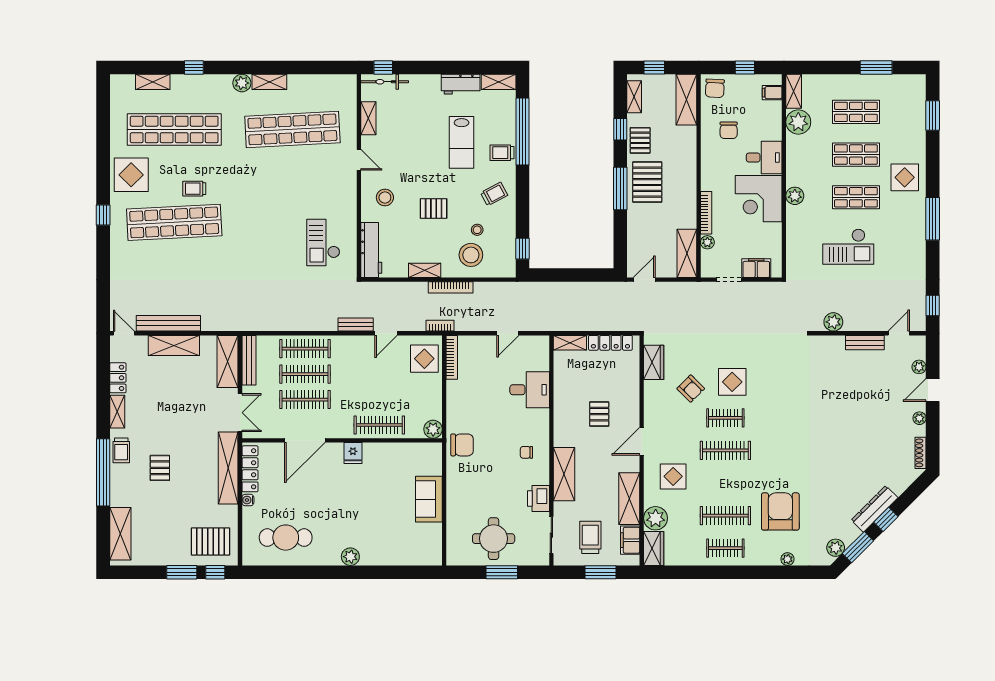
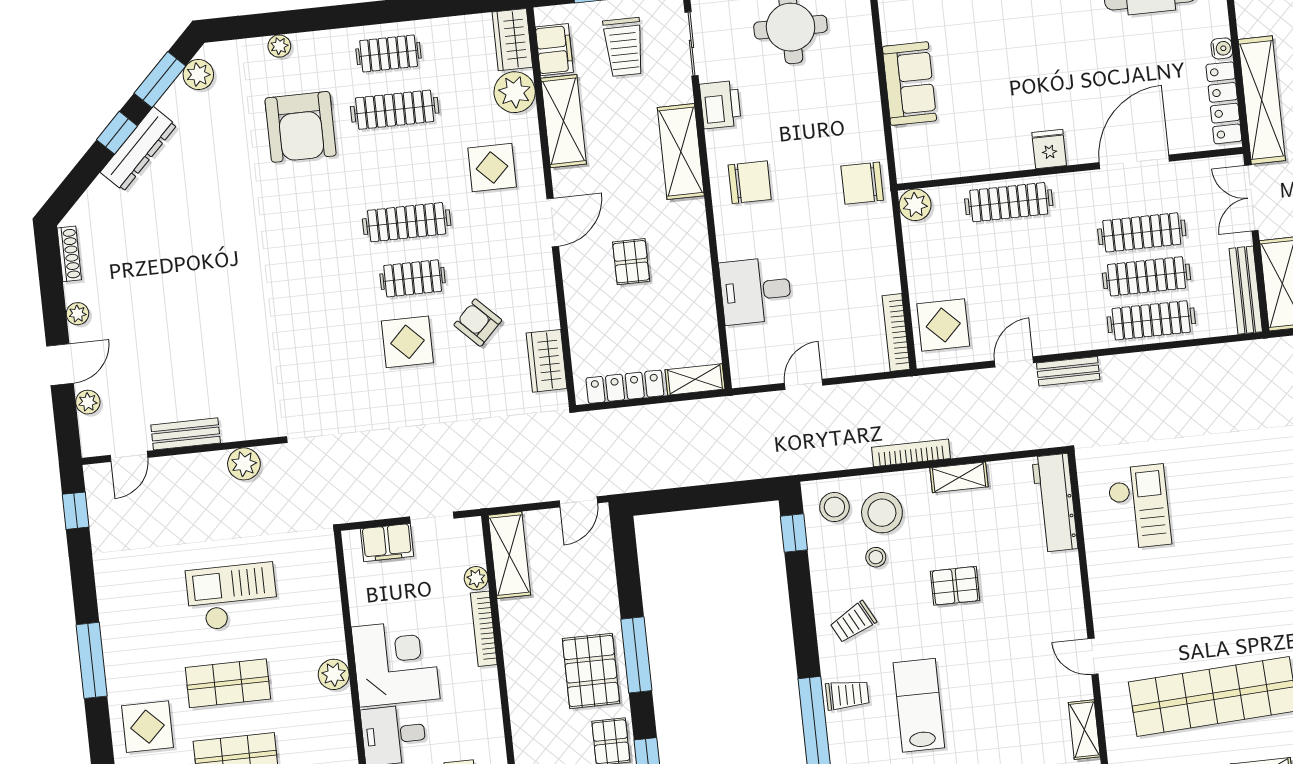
stool: (385, 197) -> (834, 507), moved
bookcase: (440, 326) -> (922, 385), removed
chair: (526, 452) -> (750, 182), width x1.87, depth x1.87

